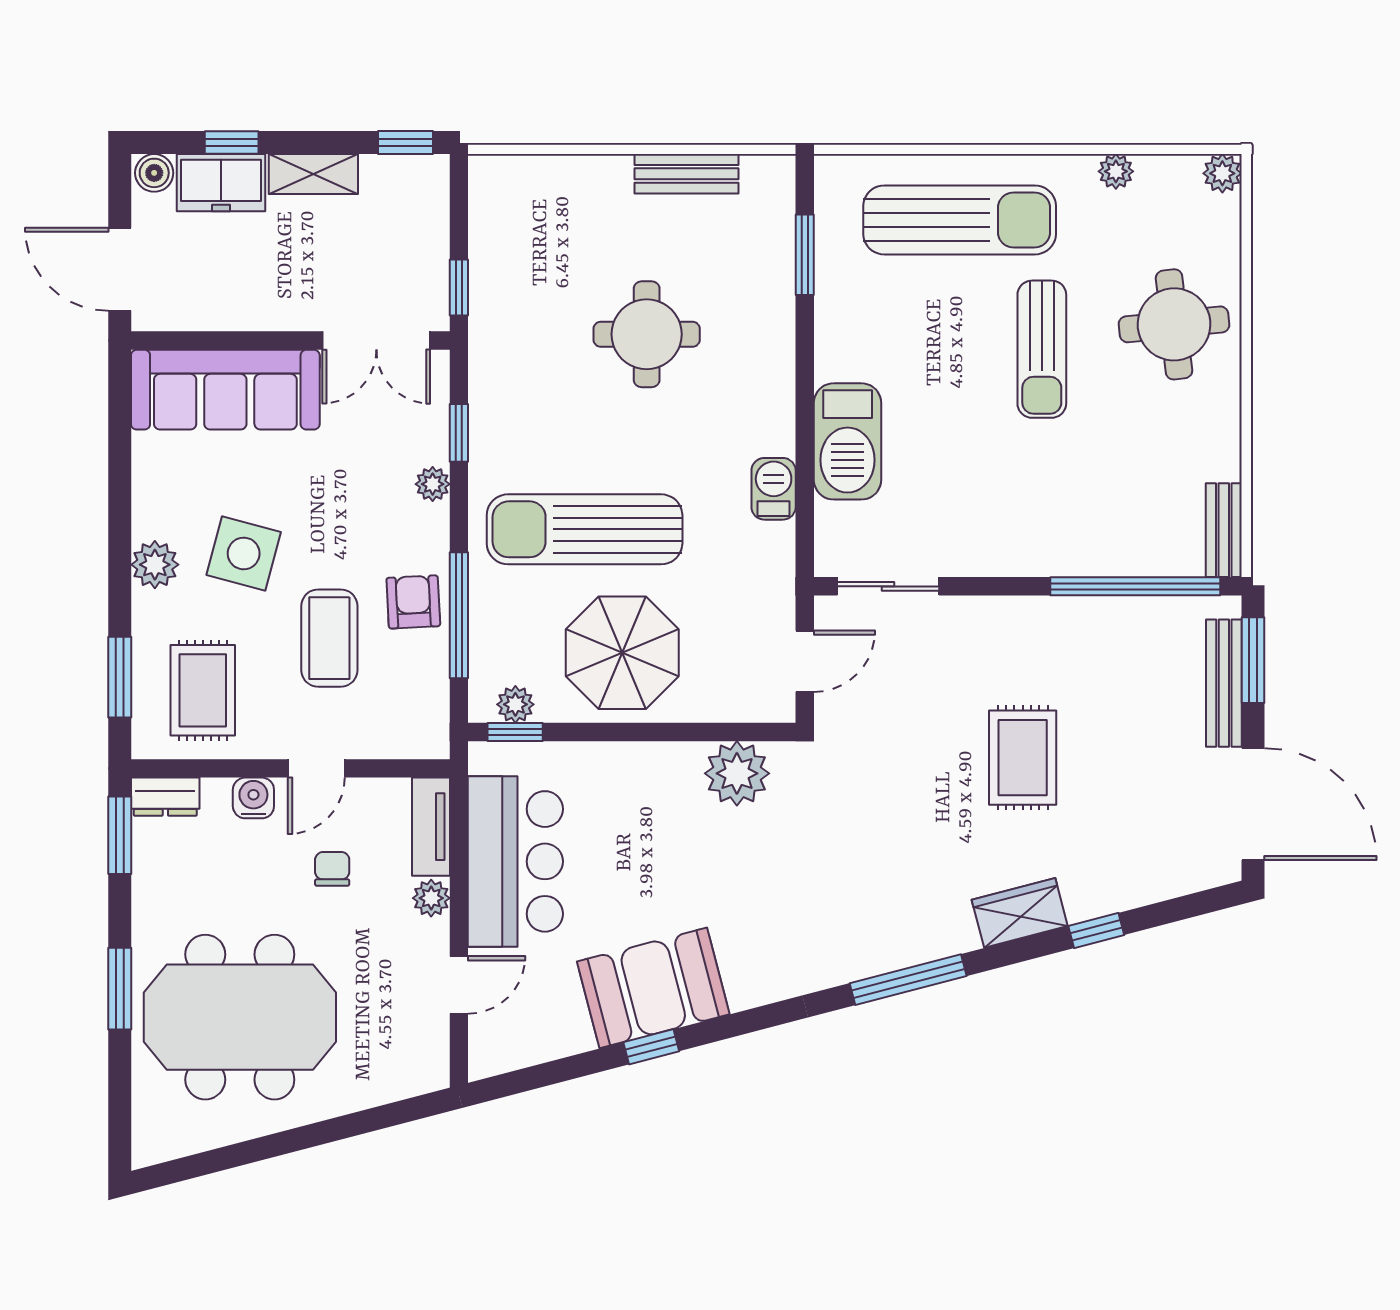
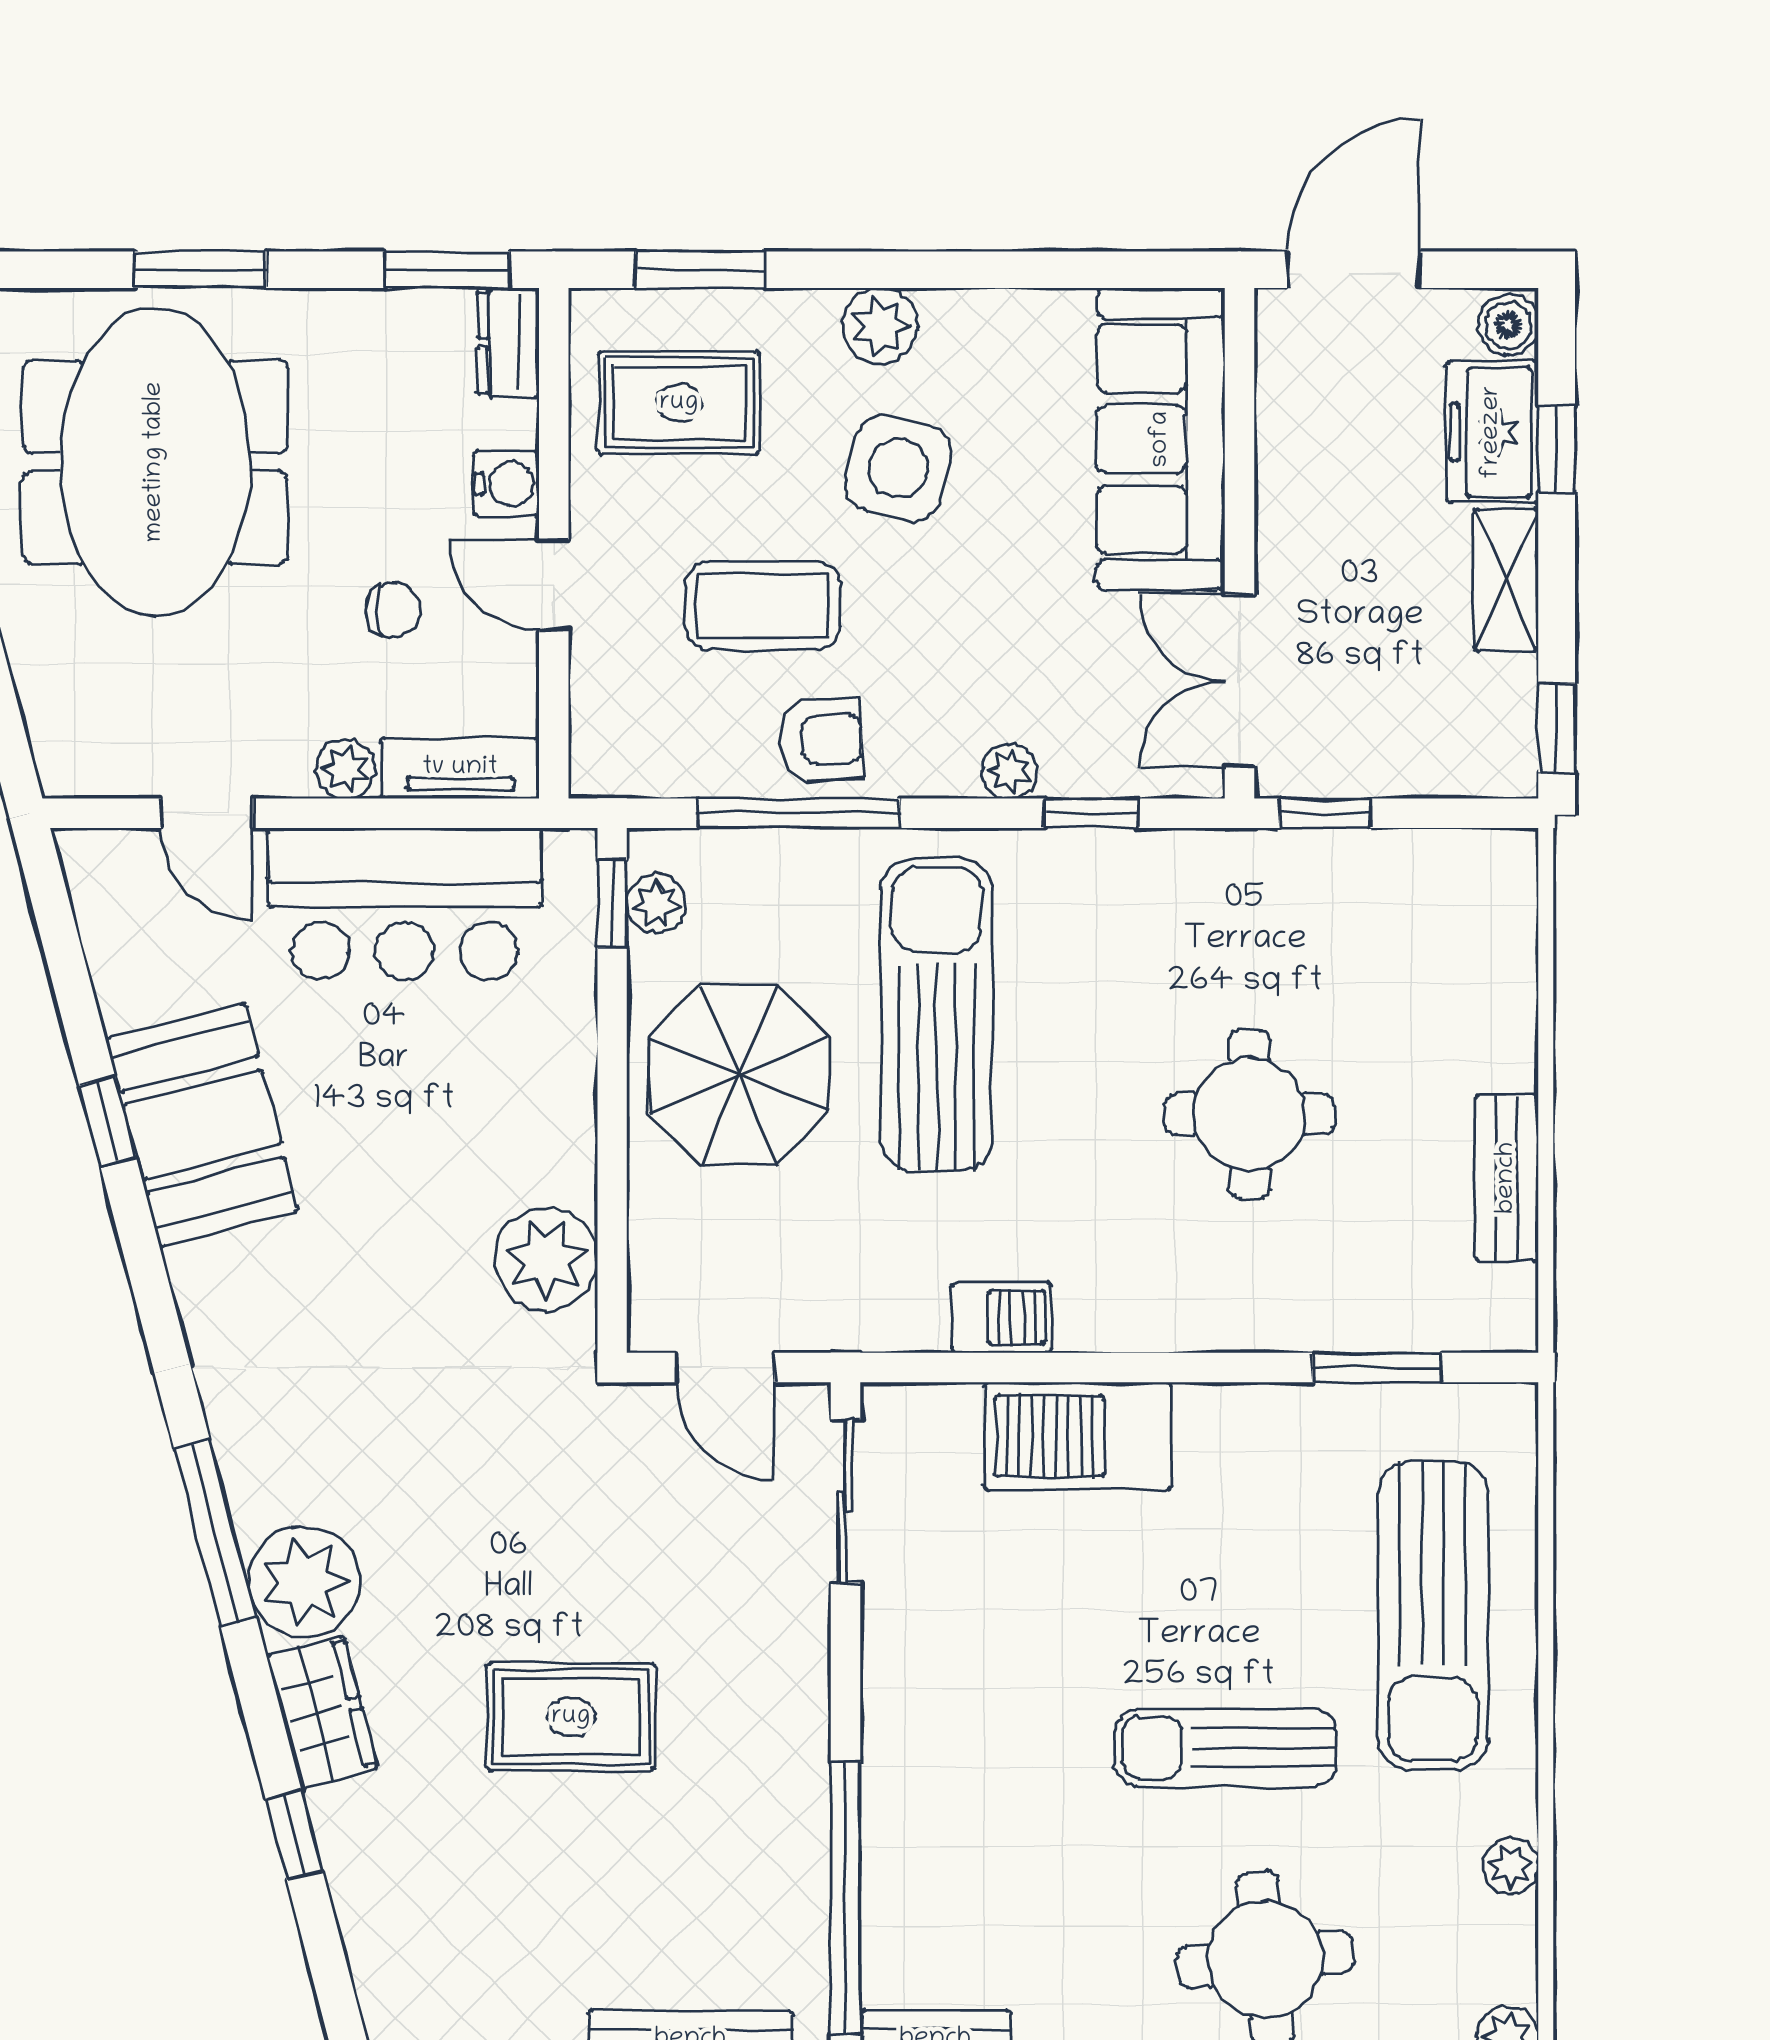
plant: (938, 924) -> (304, 1582), added

